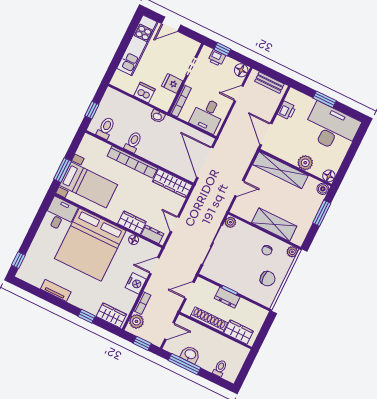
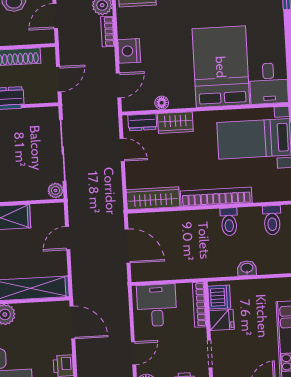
dishwasher: (144, 92) -> (219, 297), moved, turned -90
washbasin: (157, 116) -> (247, 268), moved
door: (205, 162) -> (128, 246), width x0.73
bed: (90, 245) -> (221, 67), width x0.73

